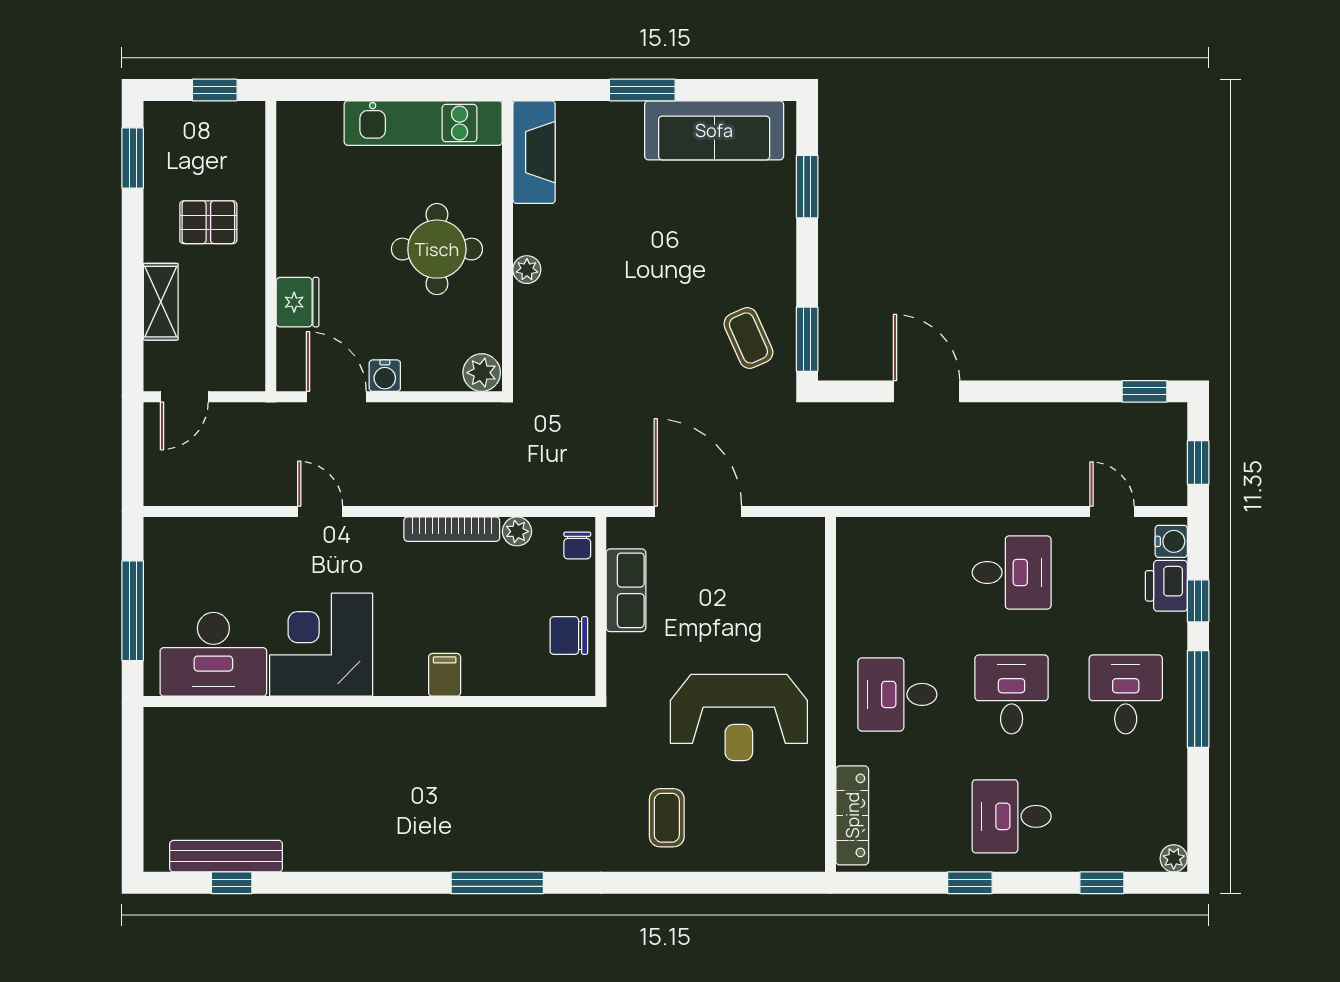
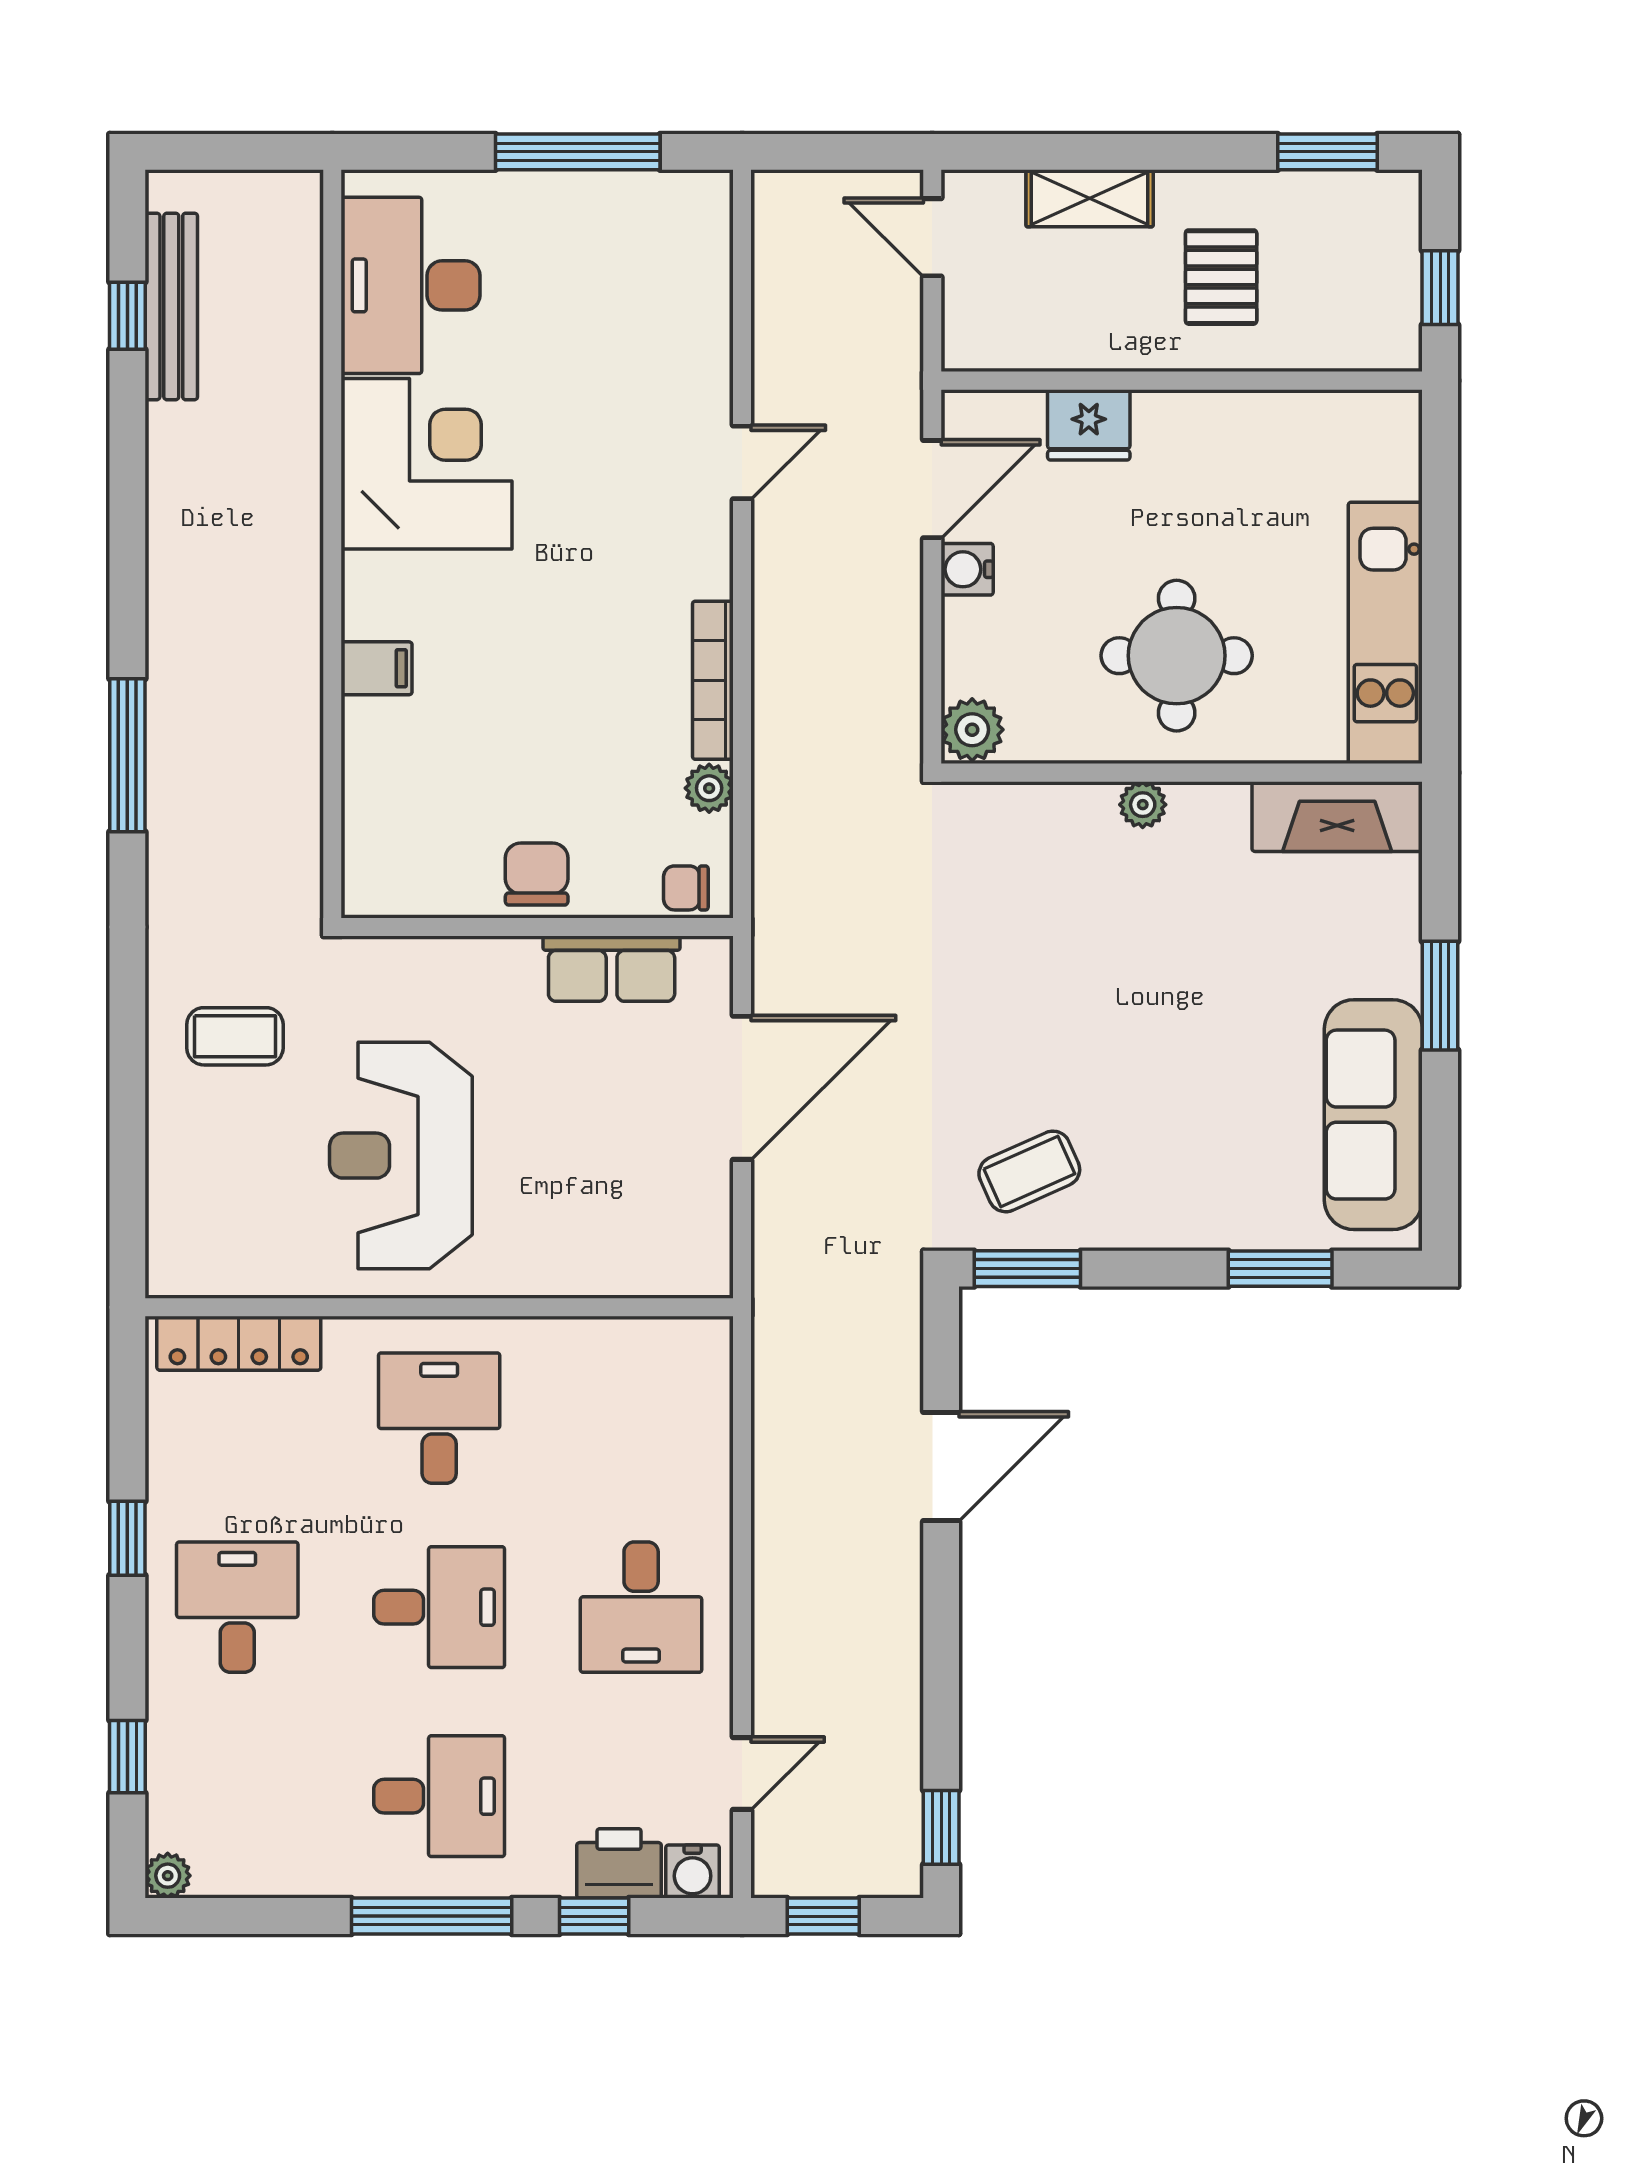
corner desk: (321, 645) -> (426, 464), moved
desk: (213, 654) -> (411, 285), moved
filing cabinet: (445, 675) -> (377, 668), moved
wall: (369, 702) -> (332, 544), moved

